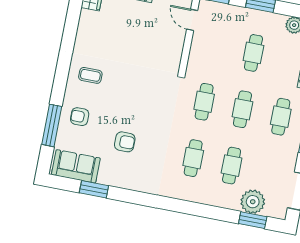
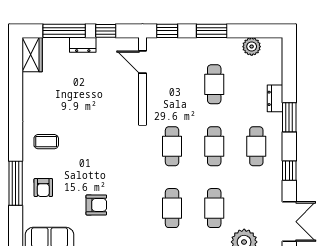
armchair: (80, 117) -> (43, 188), turned -90
window: (52, 125) -> (16, 183), moved

